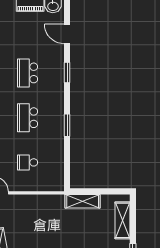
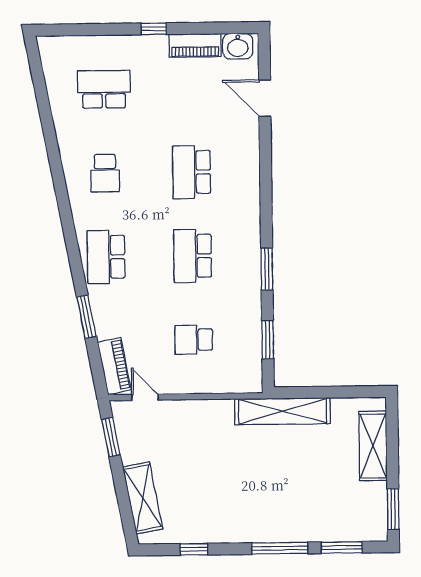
window: (67, 73) -> (268, 340), moved
shelving: (83, 201) -> (283, 411), width x1.47

